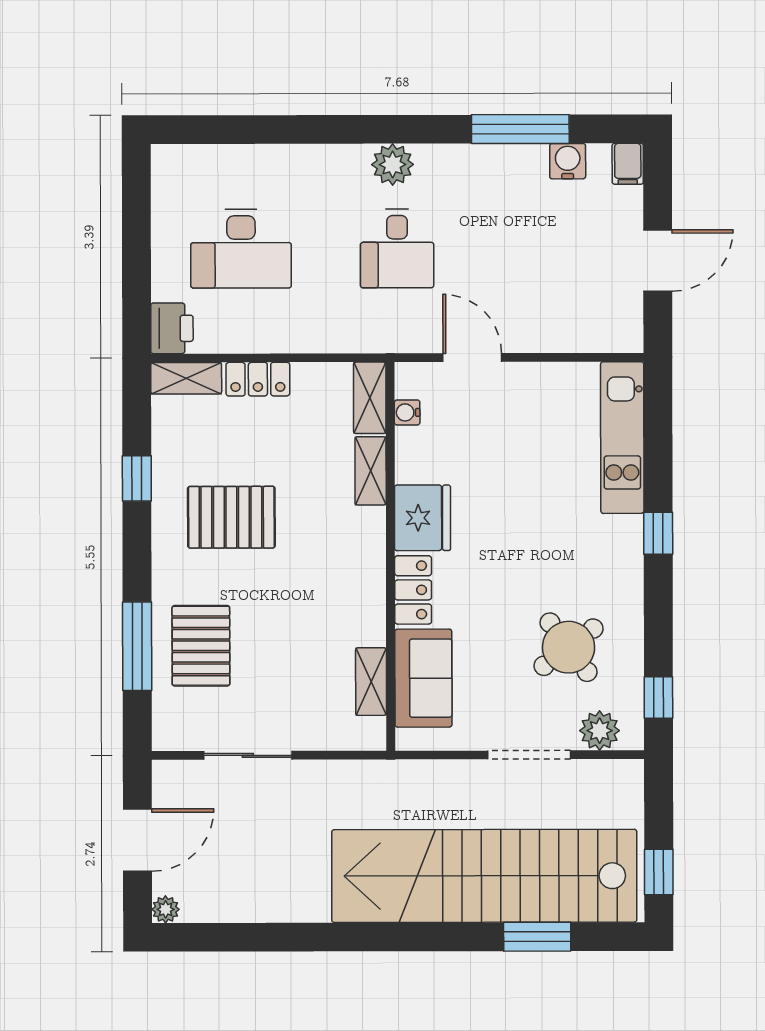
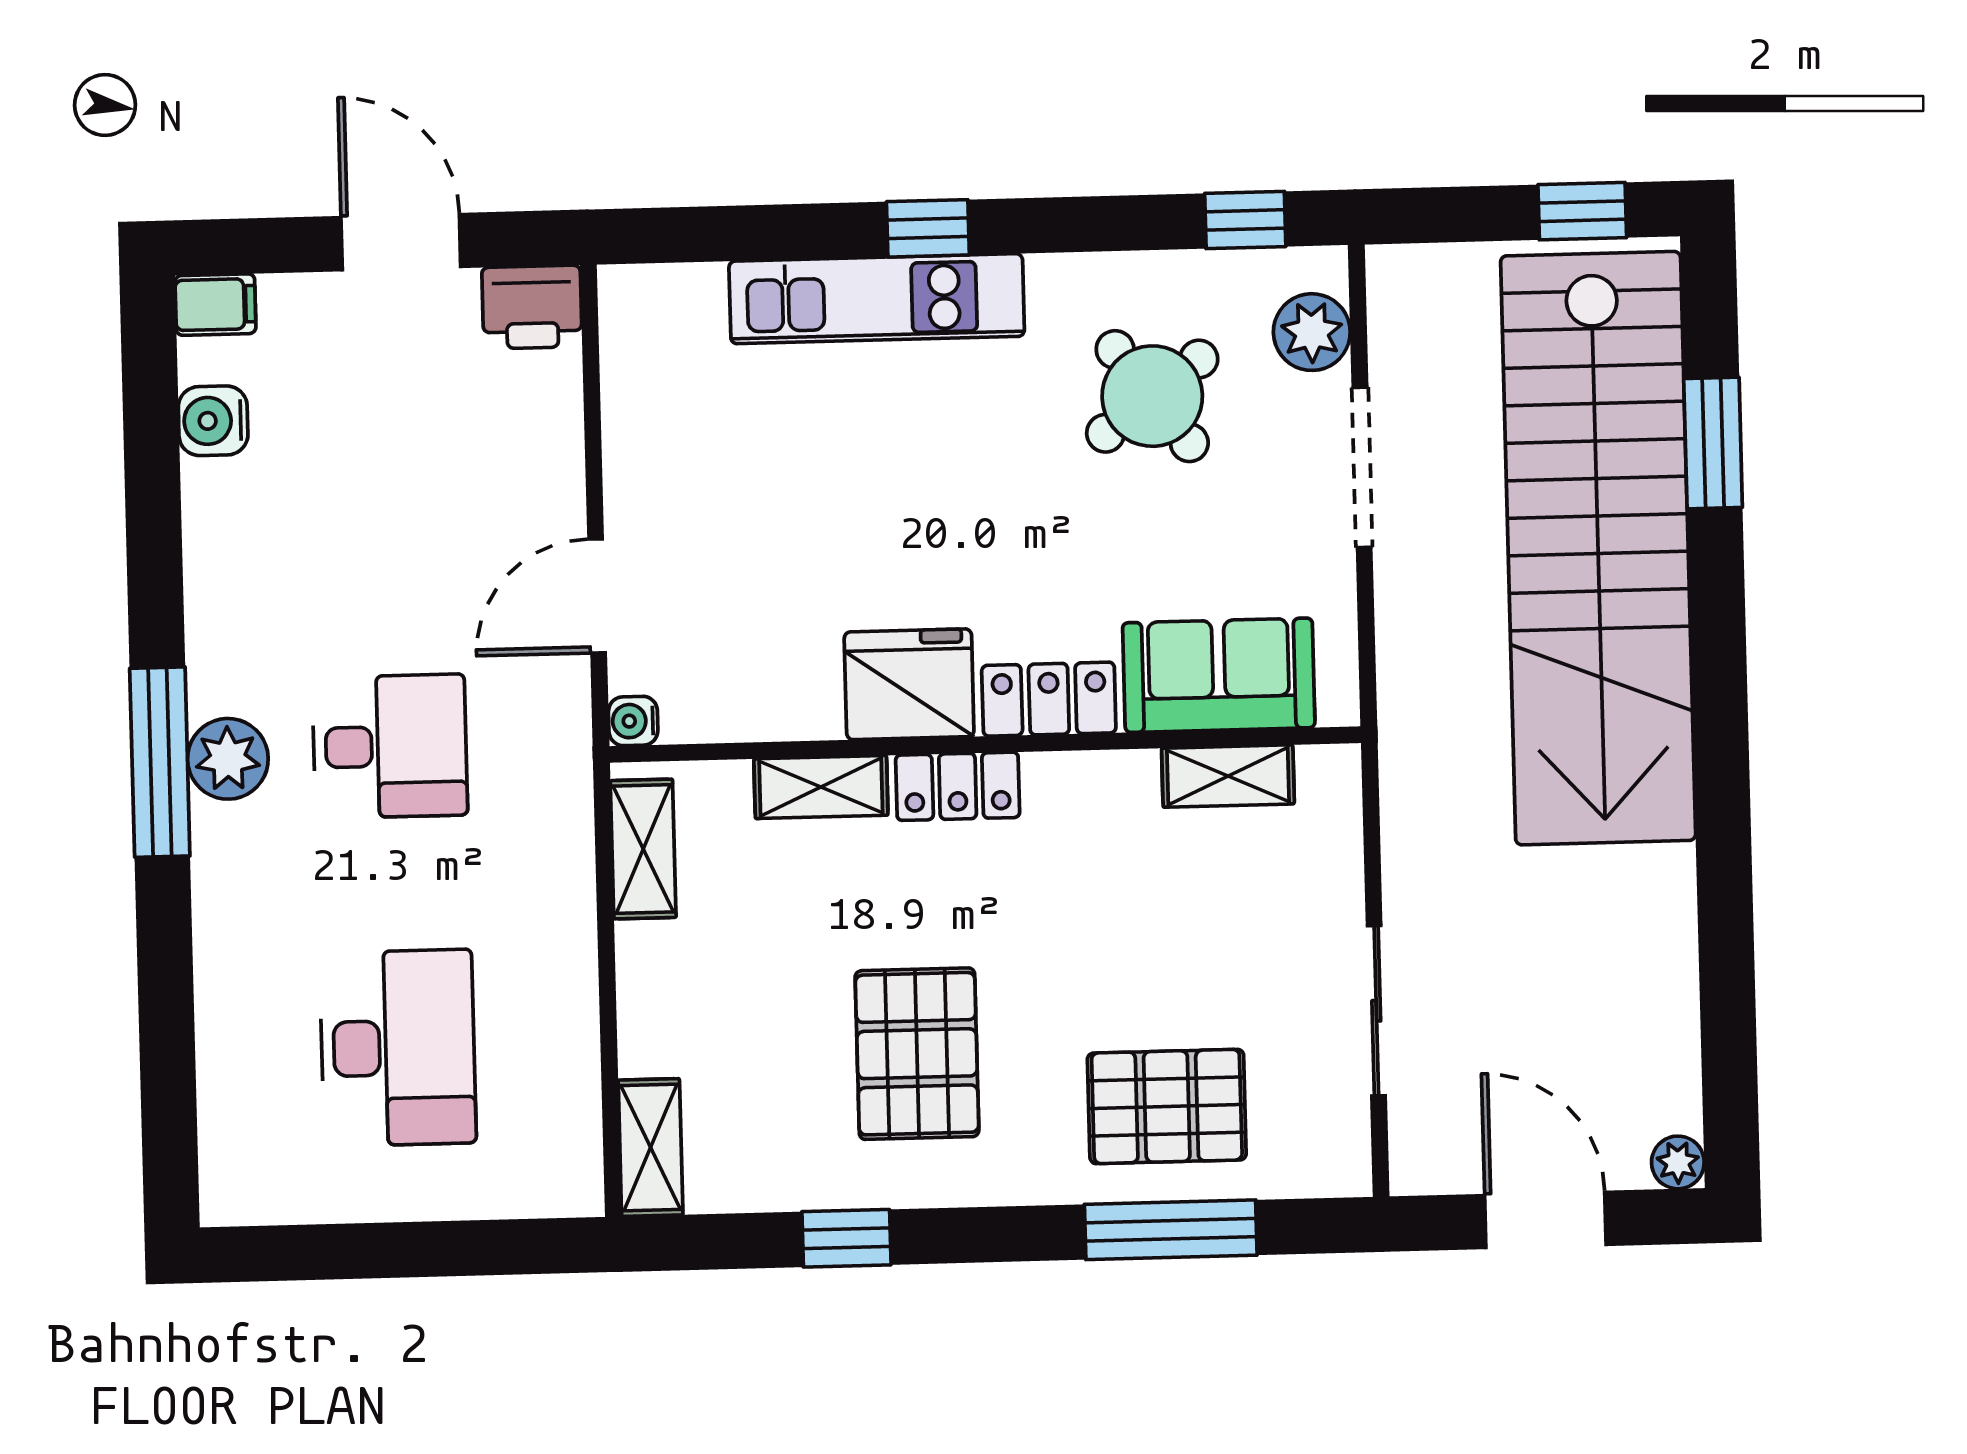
window: (520, 129) -> (160, 762), moved
printer: (172, 328) -> (532, 307), moved, turned 180
locker: (258, 379) -> (958, 786), moved, turned 90
shelving: (370, 398) -> (643, 849), moved, turned 90
water cooler: (407, 412) -> (633, 721), moved, turned 90
kitchen unit: (622, 438) -> (877, 299), moved

